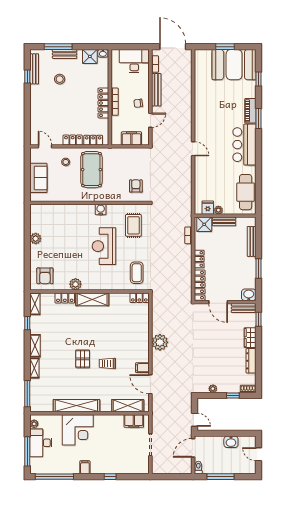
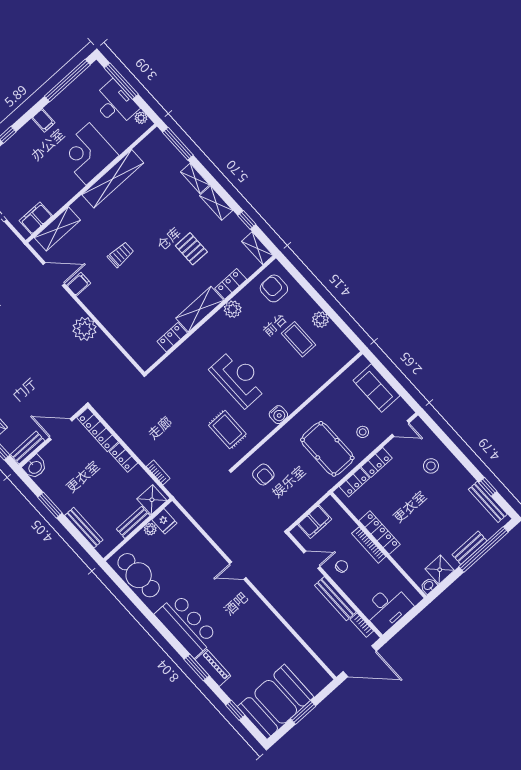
window: (58, 47) -> (484, 549), width x1.46
stool: (60, 79) -> (431, 466), moved
door: (150, 120) -> (312, 560), swing flipped
coffee table: (137, 273) -> (299, 339), moved
locker: (139, 298) -> (172, 337), moved
pallet: (83, 359) -> (191, 249), moved

